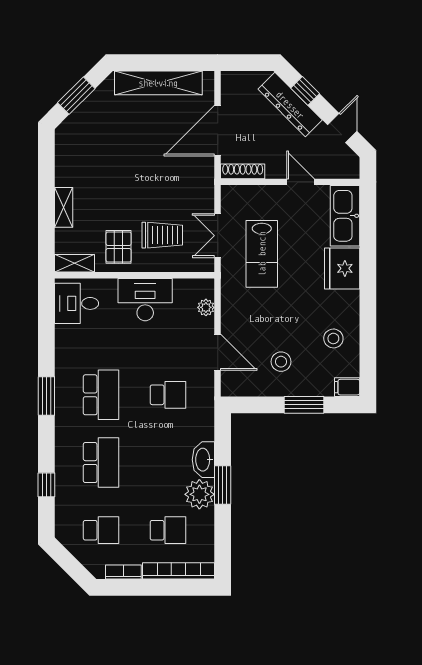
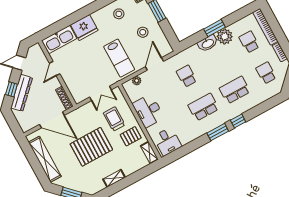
pallet: (137, 172) -> (91, 147), added
shelving: (64, 207) -> (114, 178), moved
lab bench: (262, 254) -> (119, 58), moved, turned 90
window: (46, 485) -> (238, 121), moved

